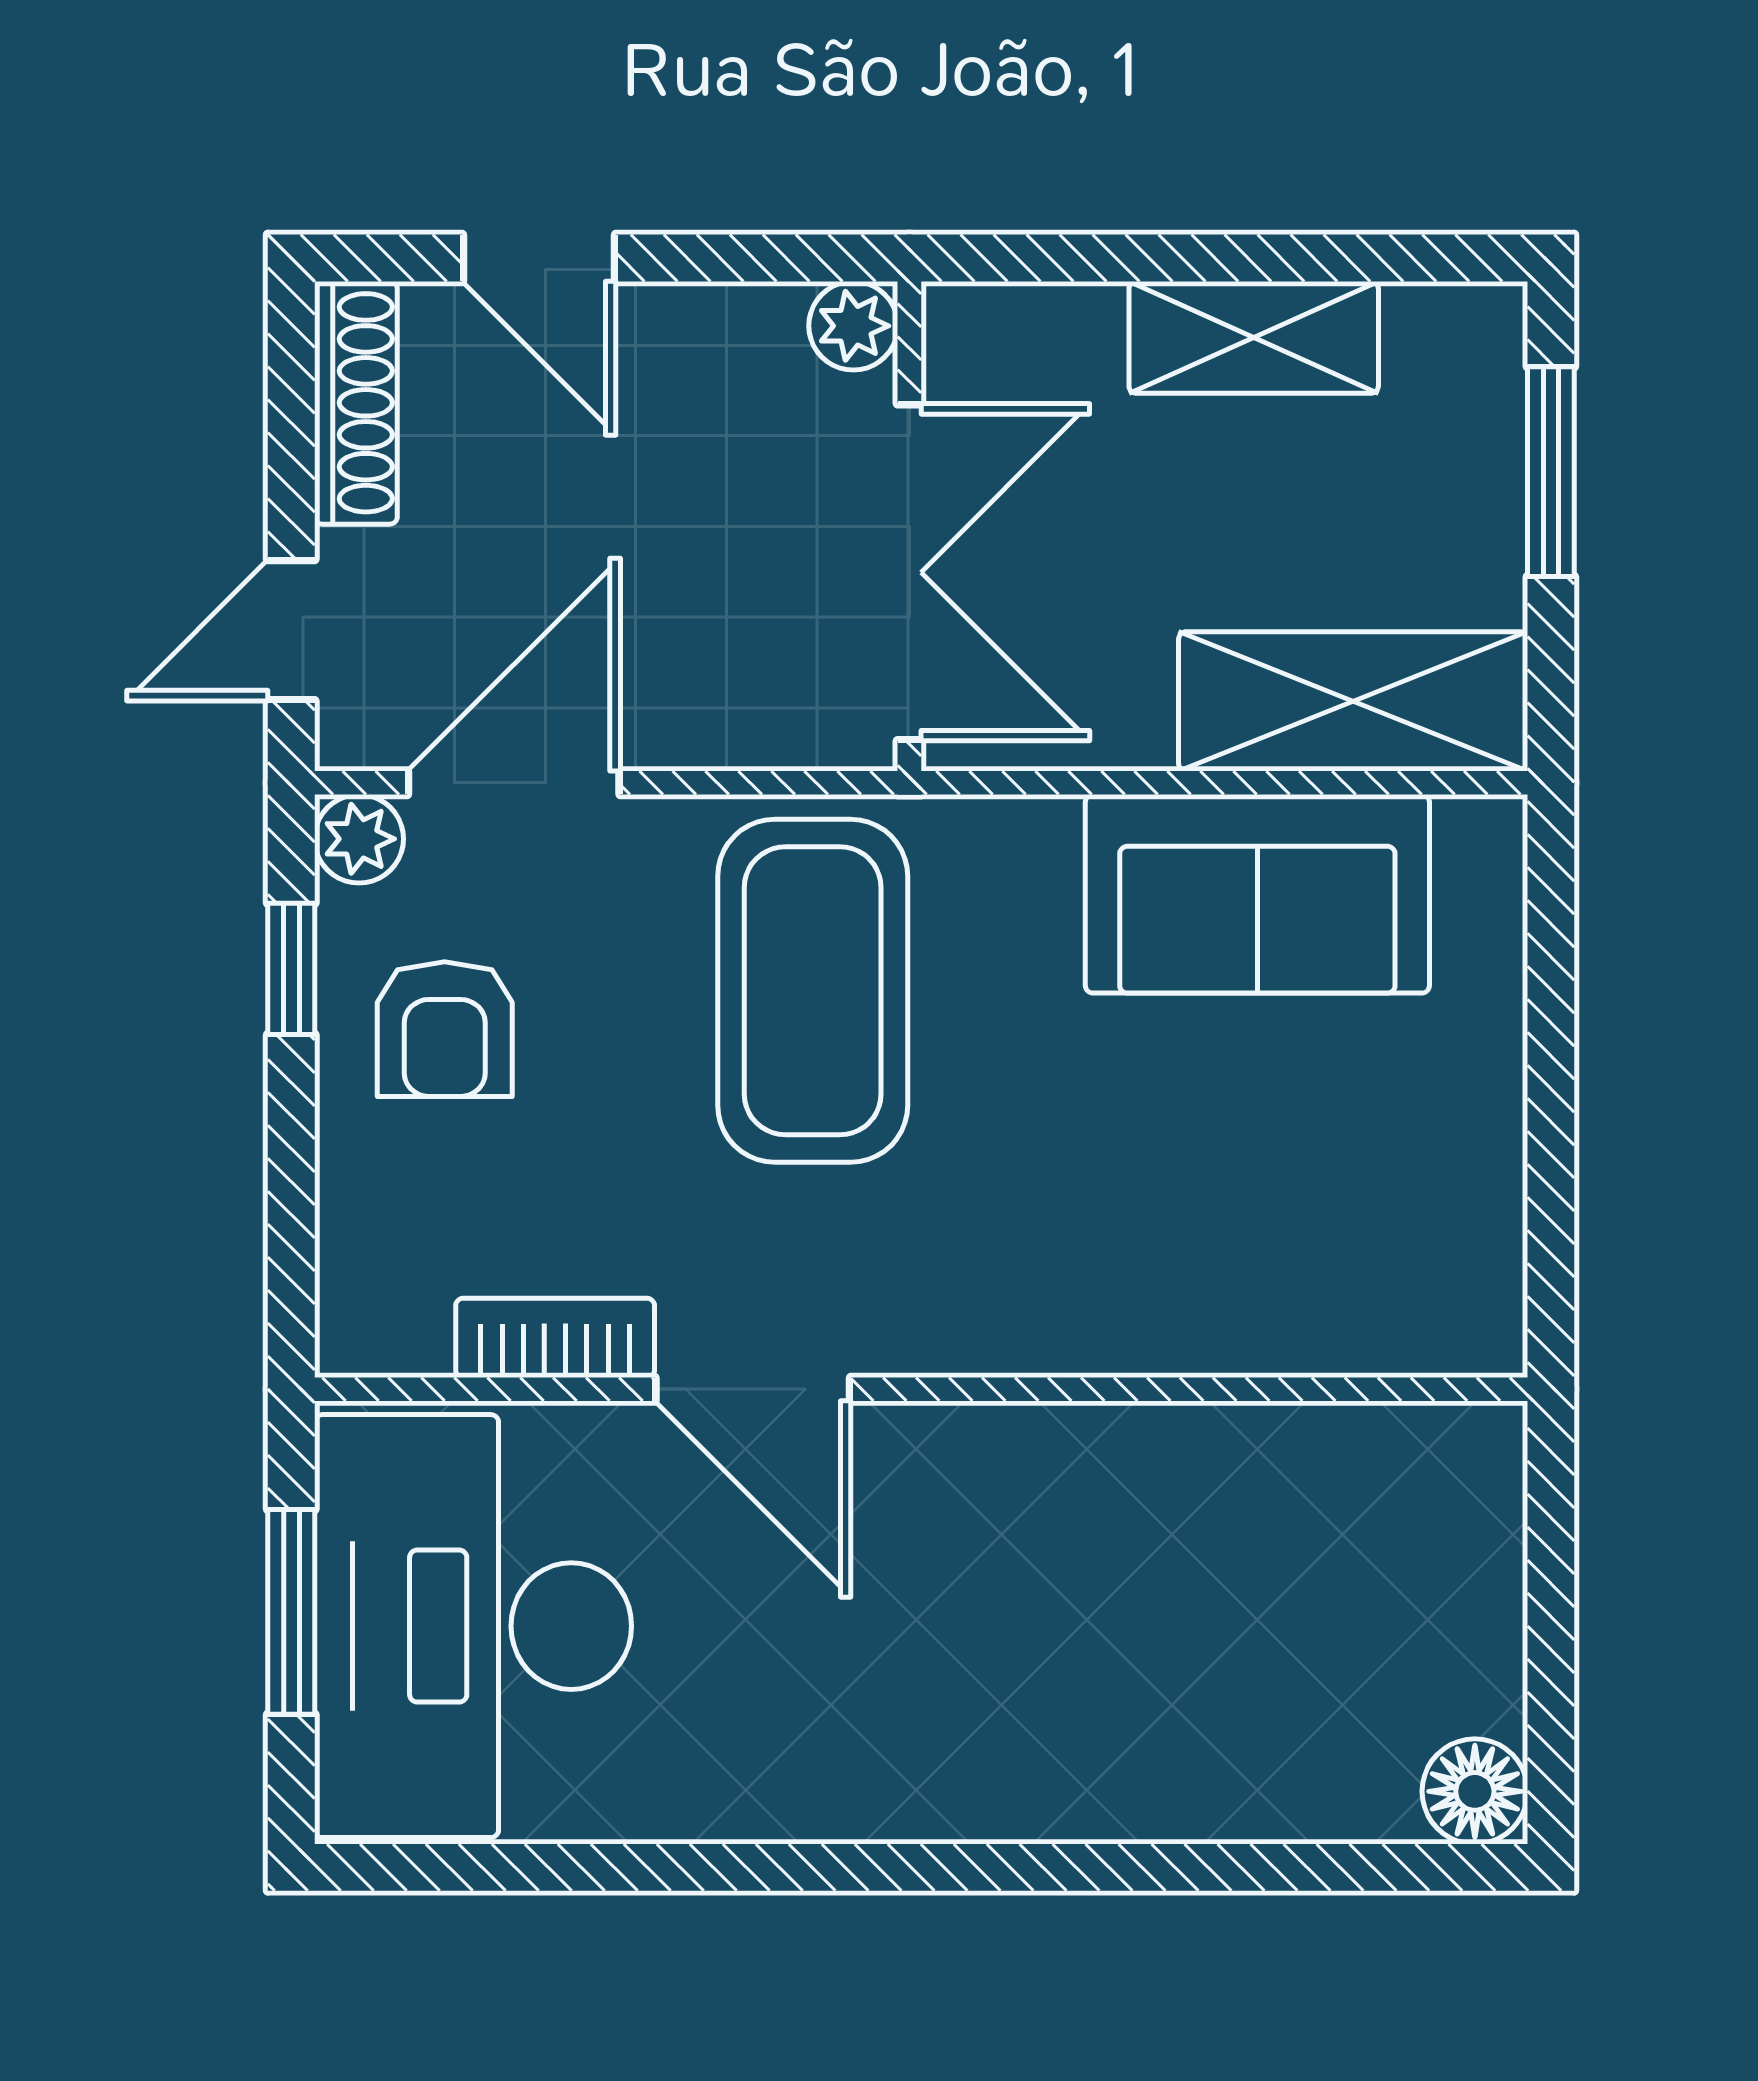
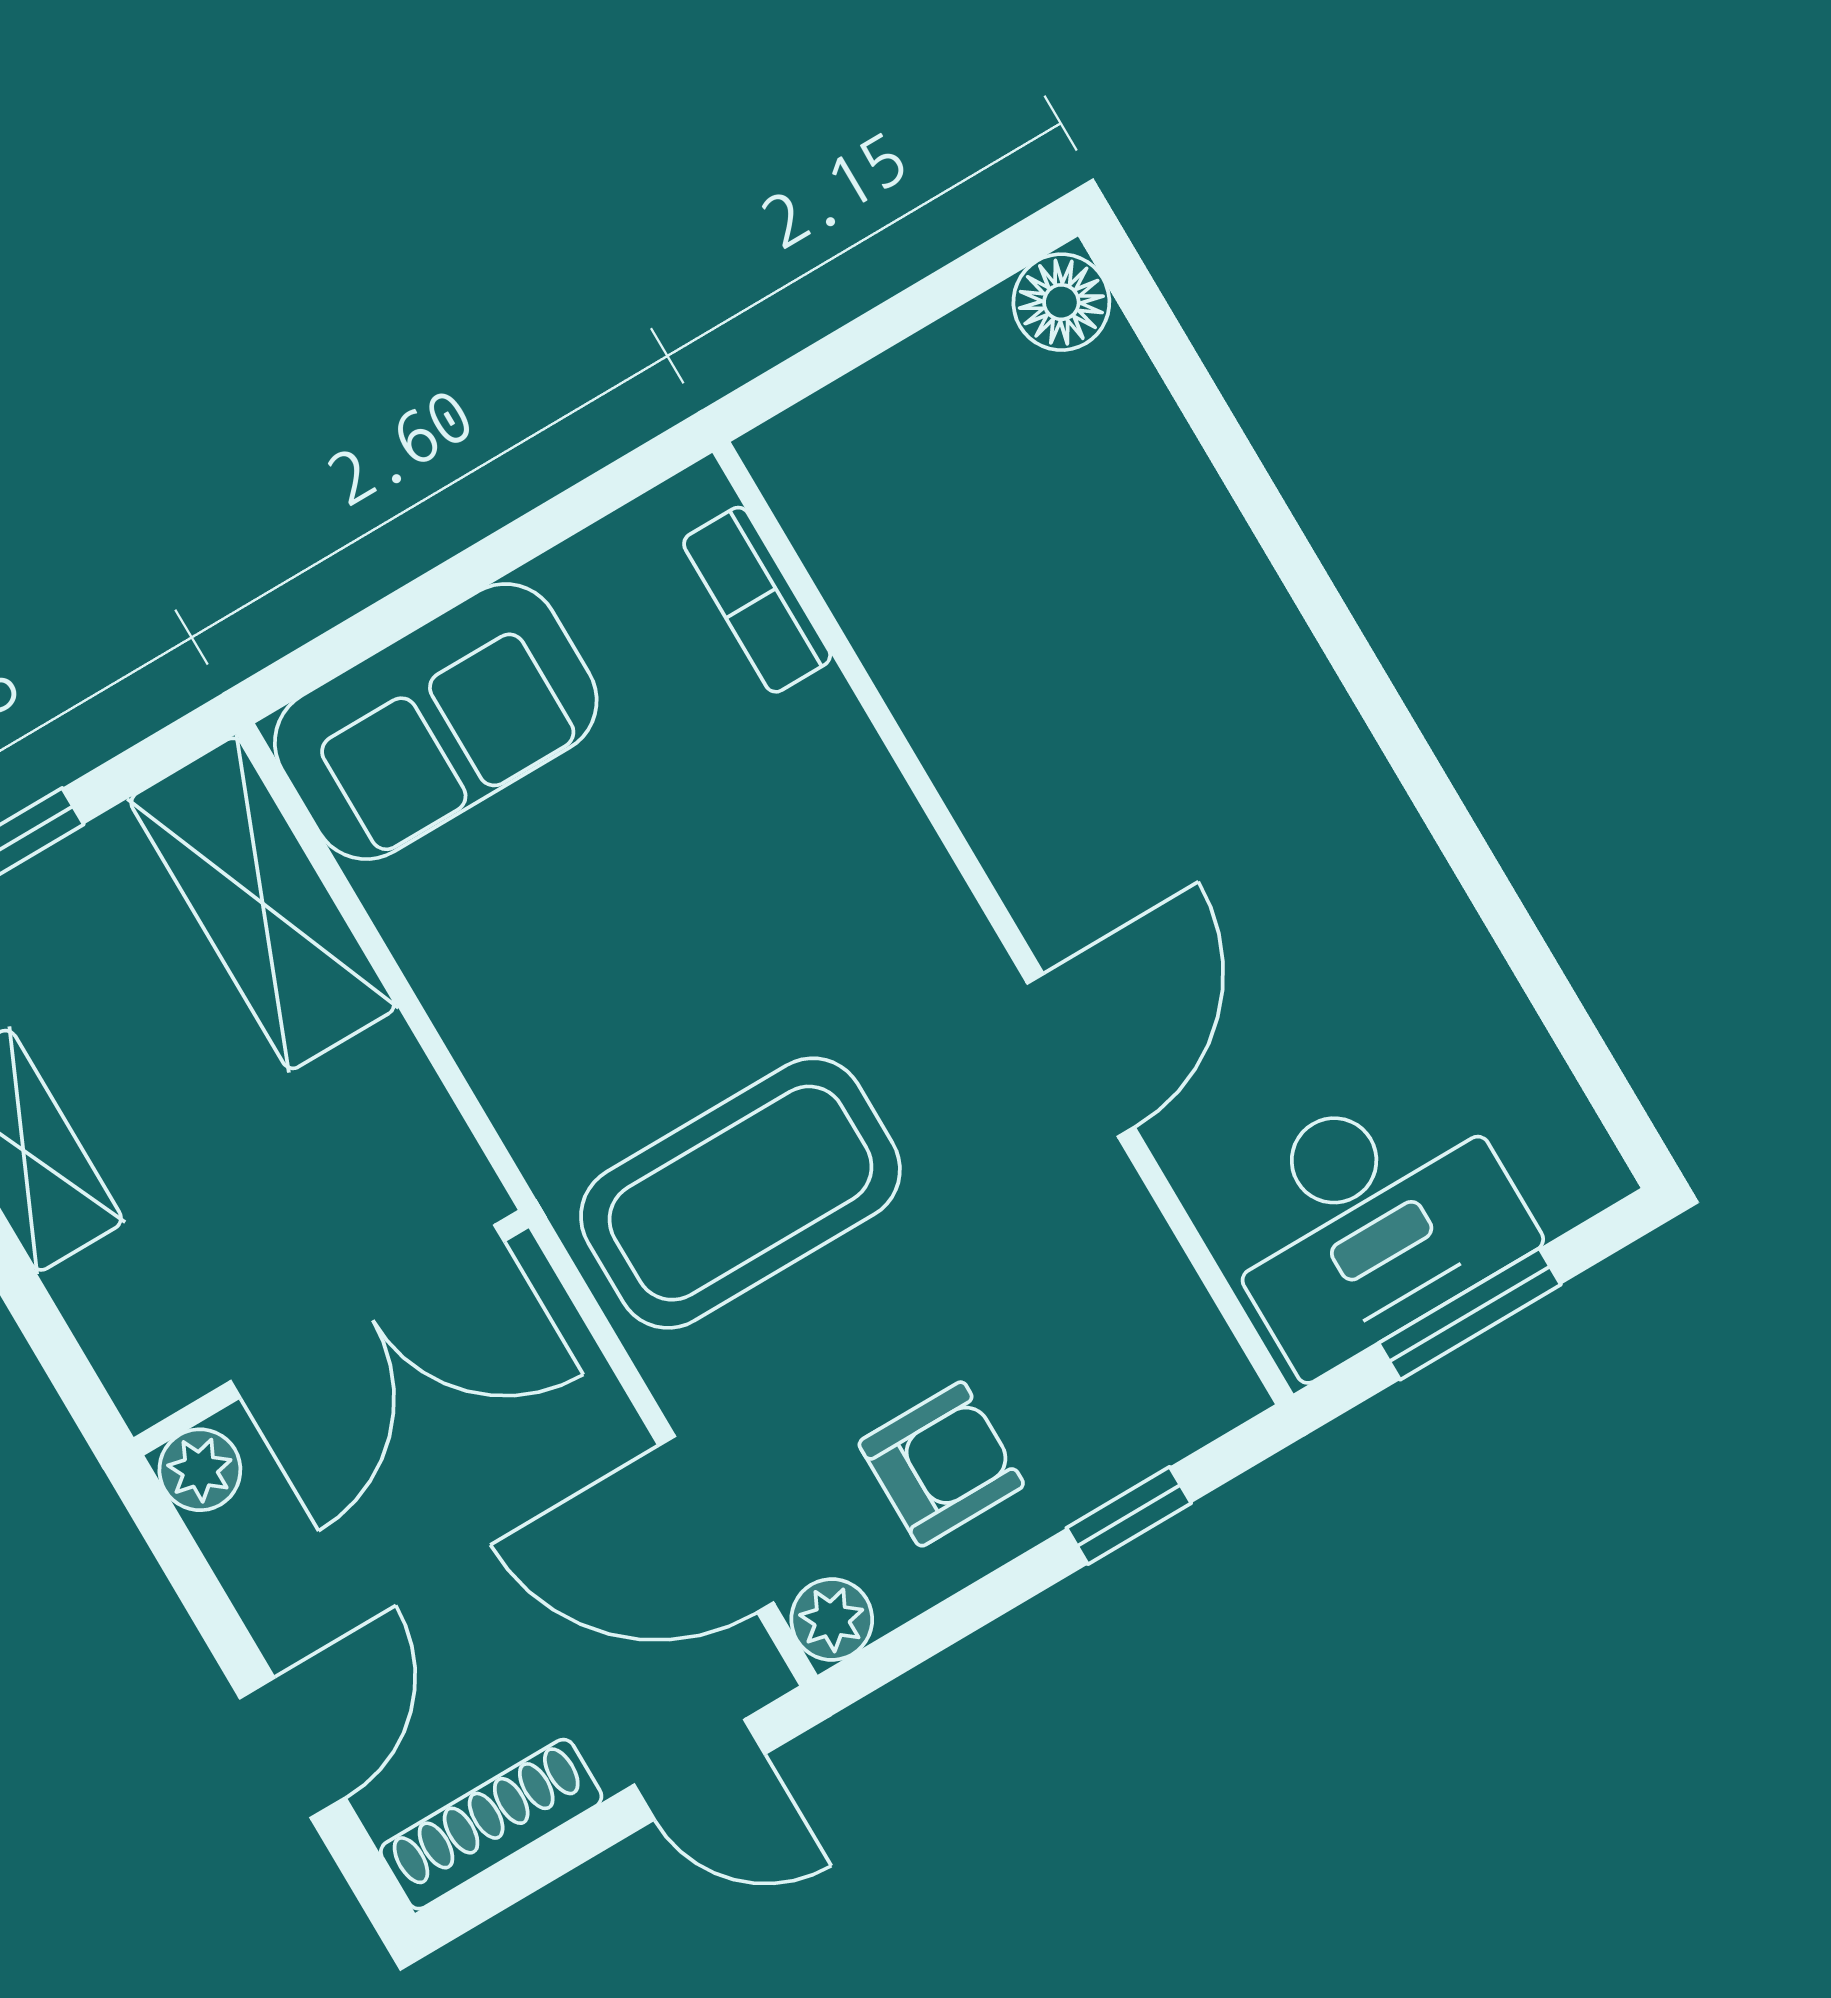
double door: (909, 572) -> (367, 1311), swing flipped
sofa: (1257, 894) -> (436, 722), moved, turned 90
window: (291, 969) -> (1129, 1516), moved
bookcase: (555, 1338) -> (757, 600), moved
desk: (473, 1626) -> (1369, 1220), width x0.73, depth x0.77

